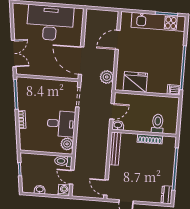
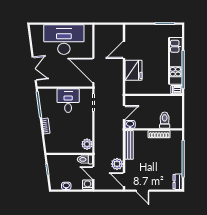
kitchen unit: (158, 22) -> (175, 61), moved, turned 90
plant: (107, 77) -> (117, 164), moved
fridge: (135, 82) -> (134, 70), moved, turned 90
desk: (61, 124) -> (68, 101), moved, turned -90

